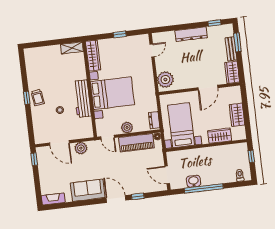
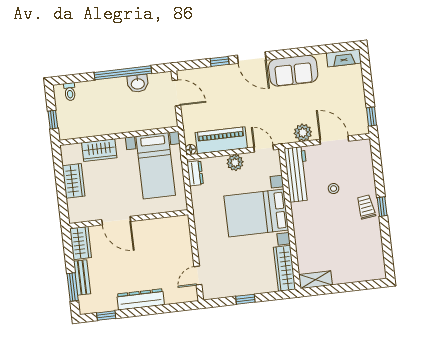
plant: (165, 80) -> (179, 233), removed
door: (208, 88) -> (116, 221), swing flipped
workbench: (82, 99) -> (297, 174), moved

